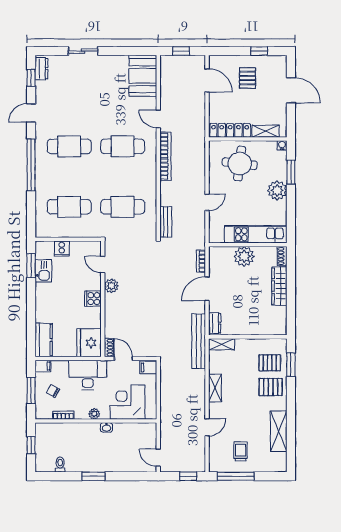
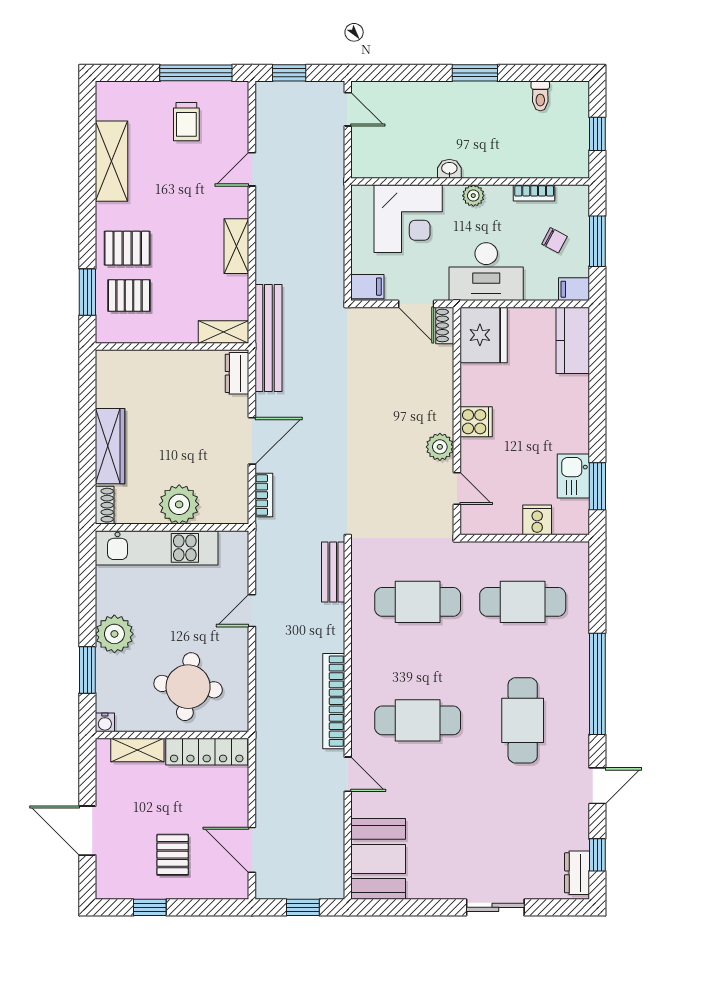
cafe table: (69, 146) -> (523, 720), turned 90

